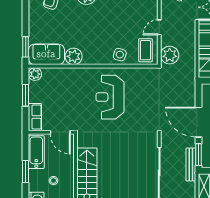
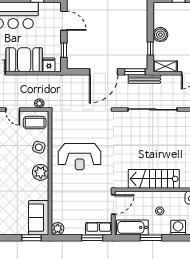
plant: (170, 55) -> (39, 103), width x0.53, depth x0.53
plant: (74, 56) -> (41, 172), moved
window: (26, 95) -> (92, 238), moved

